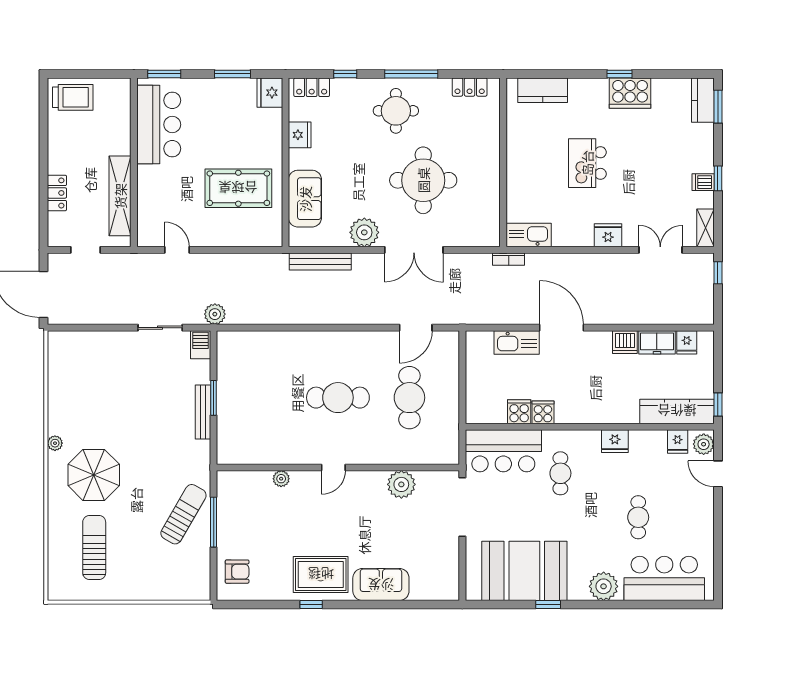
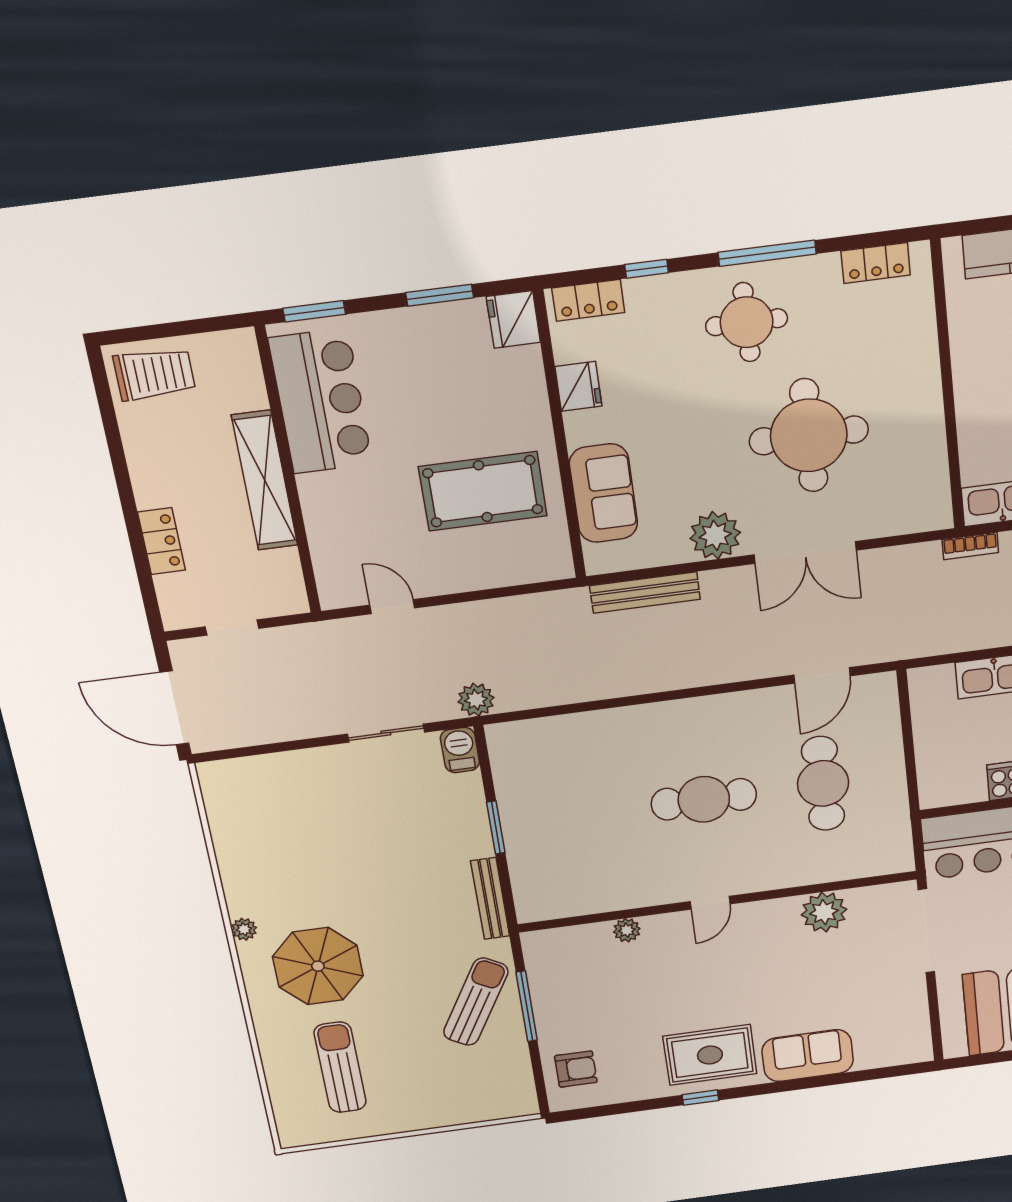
shelving: (120, 196) -> (265, 481), moved
bench: (203, 412) -> (490, 899), moved

